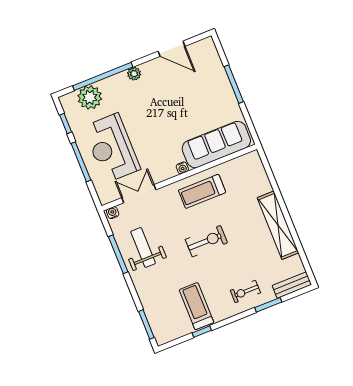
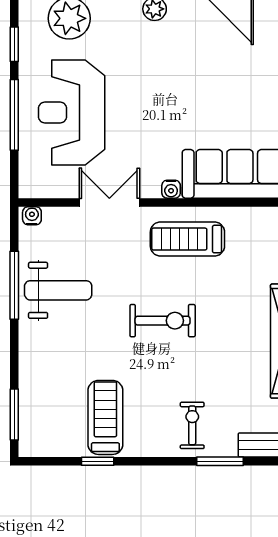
double door: (139, 194) -> (109, 202), moved
weight bench: (143, 247) -> (58, 290), turned 90
exercise bike: (245, 292) -> (192, 425), turned 90

